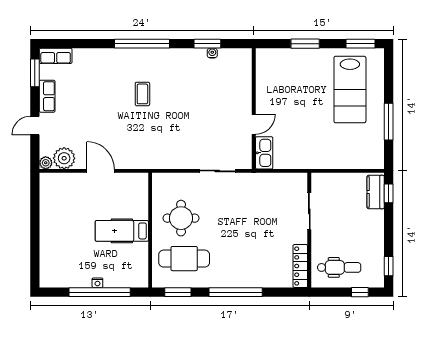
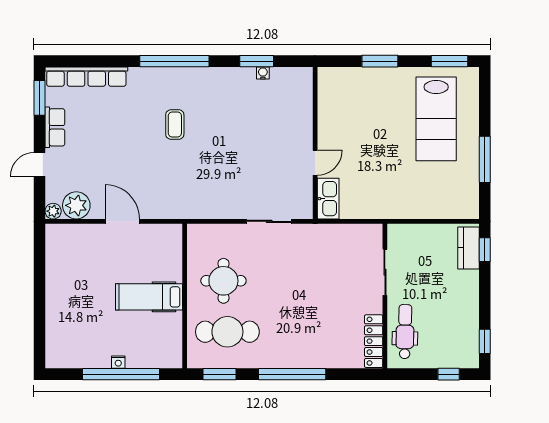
row of seats: (56, 56) -> (86, 77), width x2.02
dental chair: (339, 267) -> (405, 332), moved, turned -89

